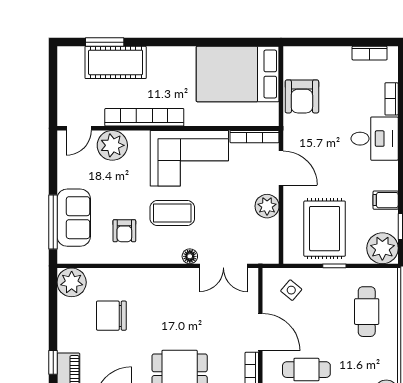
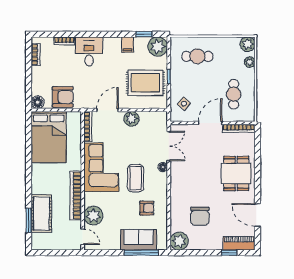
floor lamp: (293, 56) -> (38, 102), added

